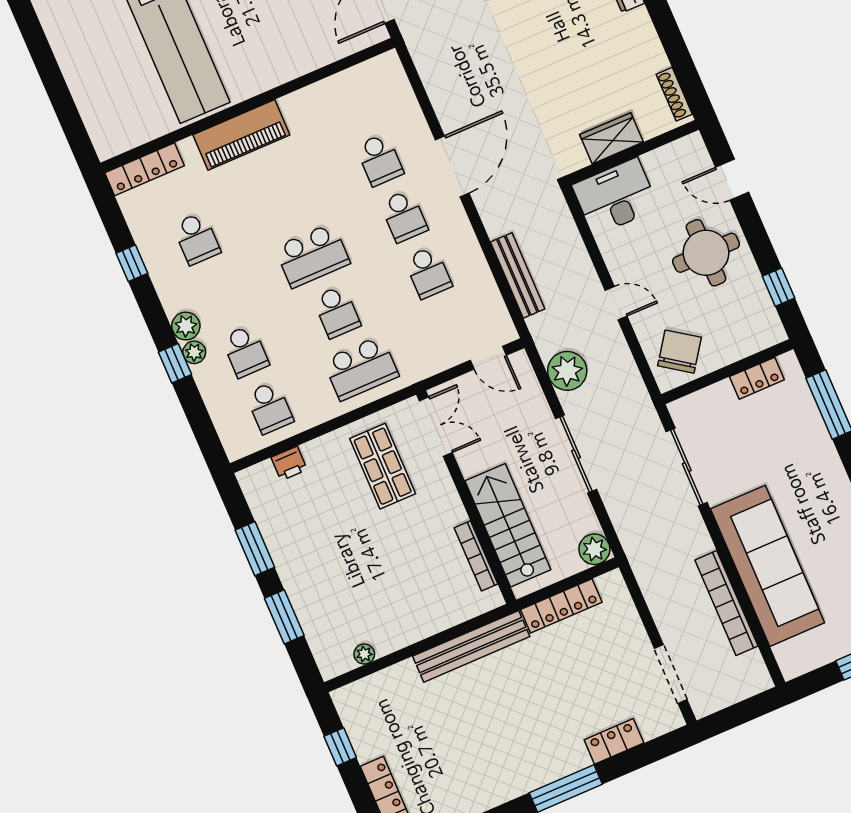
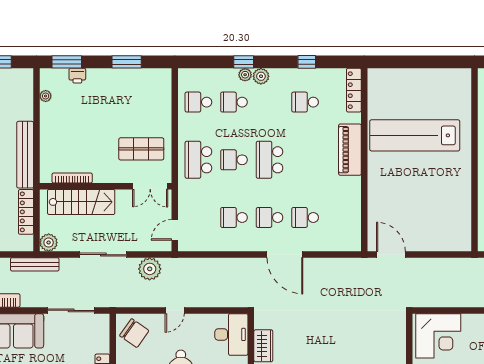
bench: (518, 275) -> (35, 264), moved
printer: (289, 464) -> (77, 76), moved, turned -90
window: (284, 617) -> (67, 62), moved

